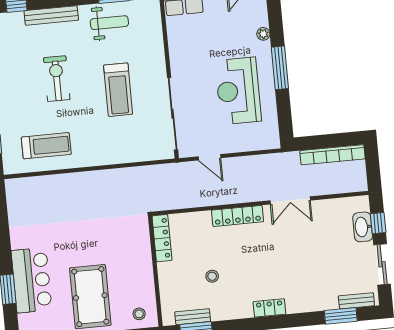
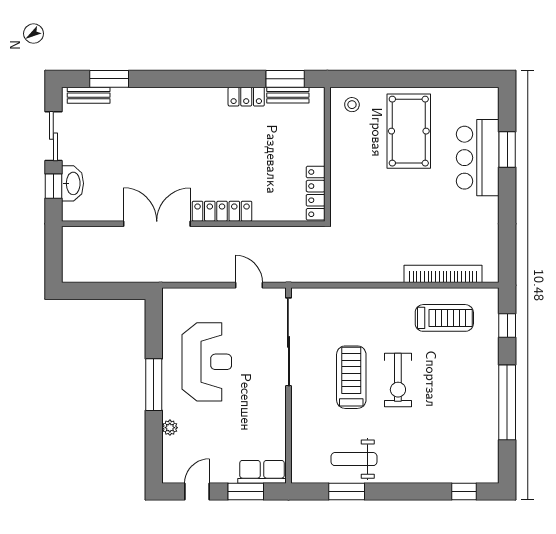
bench: (51, 15) -> (423, 474), removed
exercise bike: (57, 79) -> (398, 380), moved
treadmill: (46, 146) -> (444, 318), turned 180
bookcase: (333, 155) -> (443, 274), moved
double door: (290, 200) -> (157, 224), width x1.37
stool: (212, 276) -> (260, 141), removed
locker: (269, 308) -> (246, 97), moved

